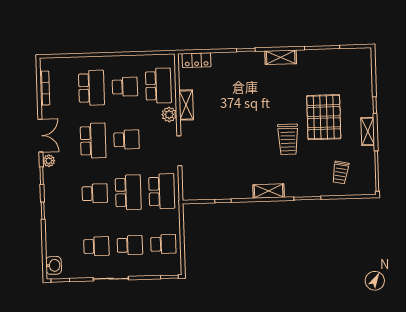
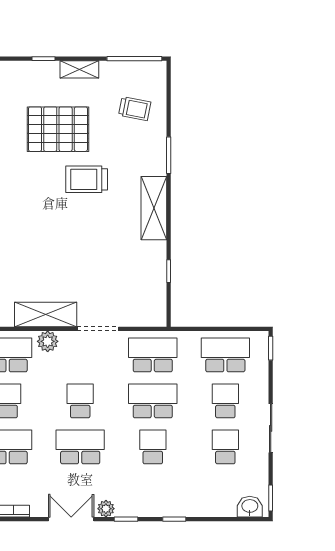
shelving: (186, 105) -> (46, 314), width x1.50, depth x1.33
trolley: (288, 139) -> (87, 179), turned 180
shelving: (269, 191) -> (154, 208), width x1.50, depth x1.33
school desk: (163, 244) -> (225, 355), width x1.85

